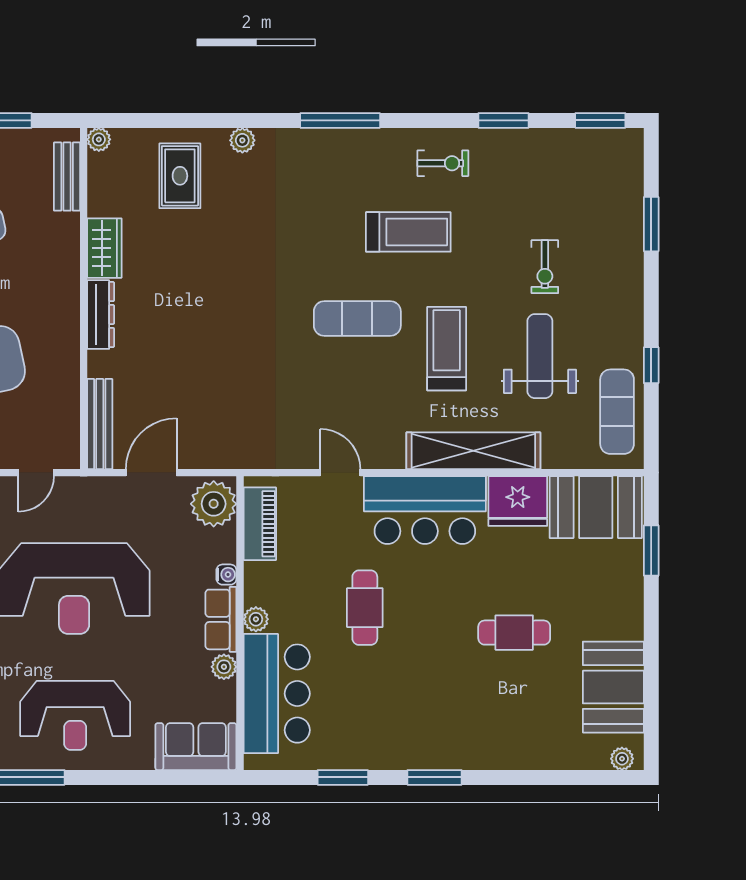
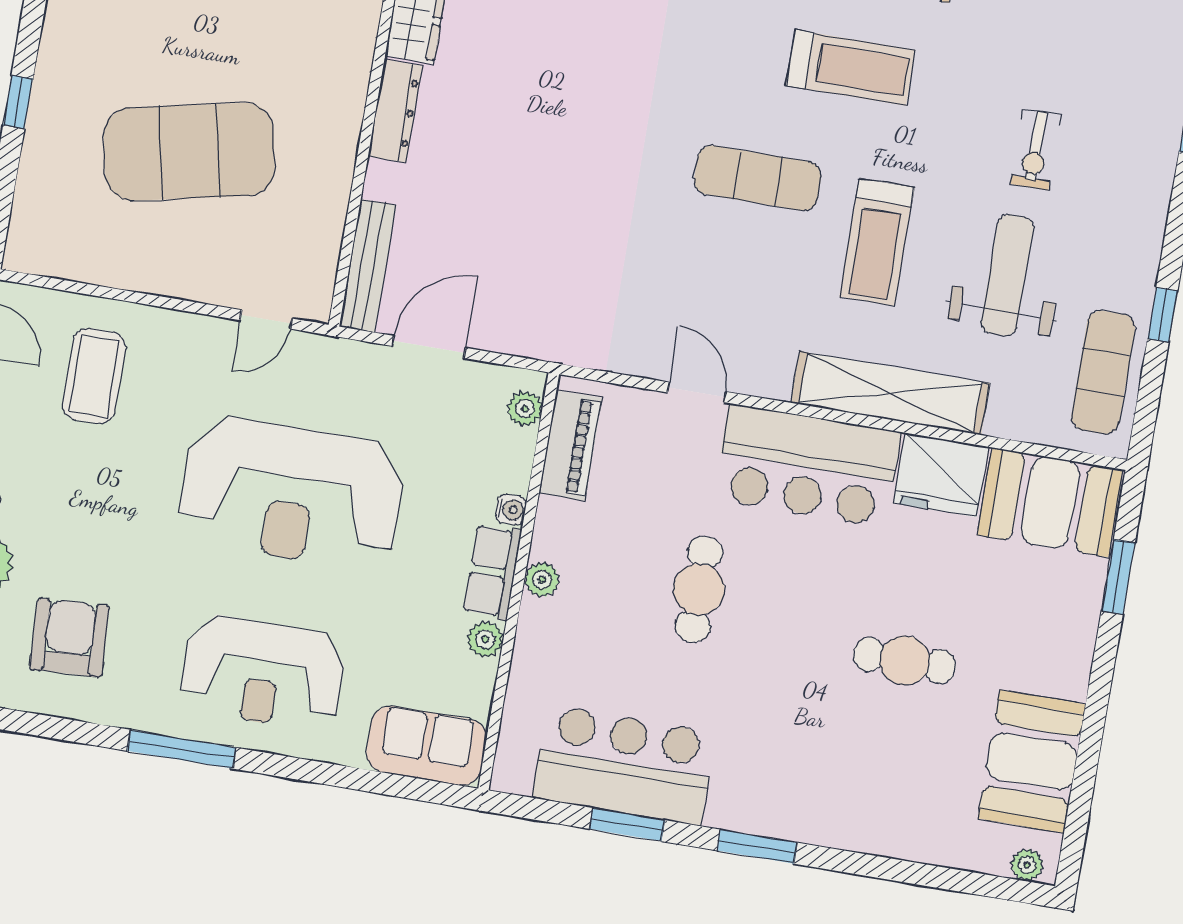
treadmill: (447, 349) -> (877, 242), turned 180
plant: (214, 504) -> (525, 409), width x0.53, depth x0.53
bar counter: (277, 694) -> (624, 765), moved, turned -90

